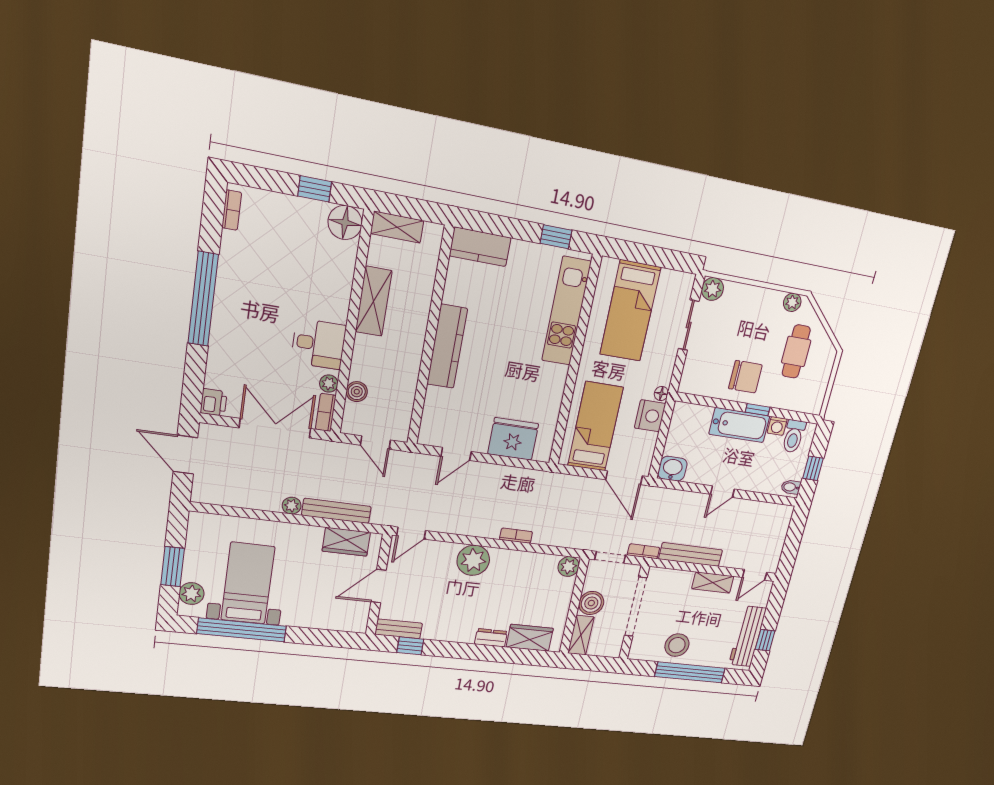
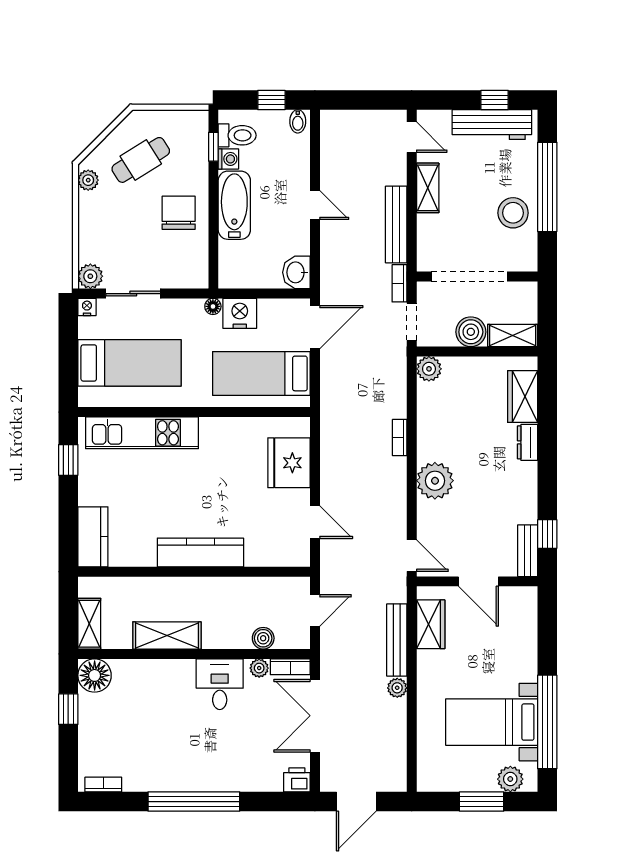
nightstand: (687, 281) -> (87, 307), added
cafe table: (796, 351) -> (141, 160), turned -32
window: (758, 410) -> (213, 147), moved

